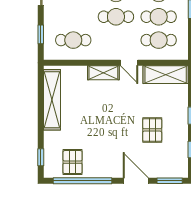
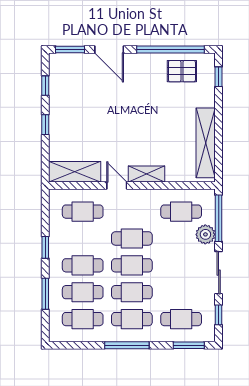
cafe table: (159, 17) -> (83, 238), removed
plant: (52, 20) -> (205, 234), added
window: (41, 34) -> (219, 218), width x2.17
pallet: (152, 130) -> (90, 108), removed
pallet: (73, 162) -> (182, 71), turned 90

